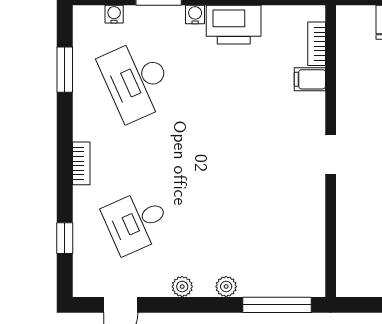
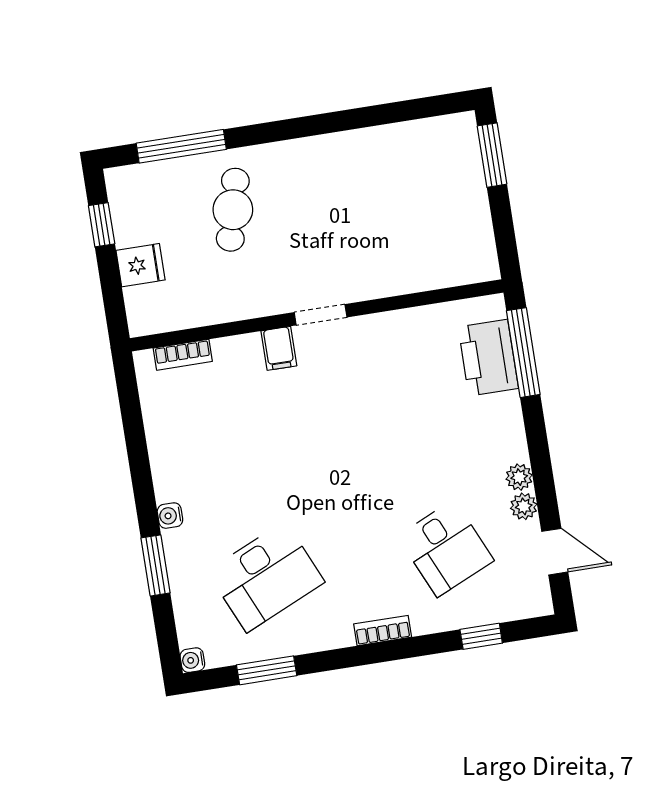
water cooler: (114, 14) -> (192, 660), moved
printer: (234, 25) -> (488, 358), moved, turned 180
filing cabinet: (310, 79) -> (279, 348), moved
plant: (226, 287) -> (524, 506), moved

